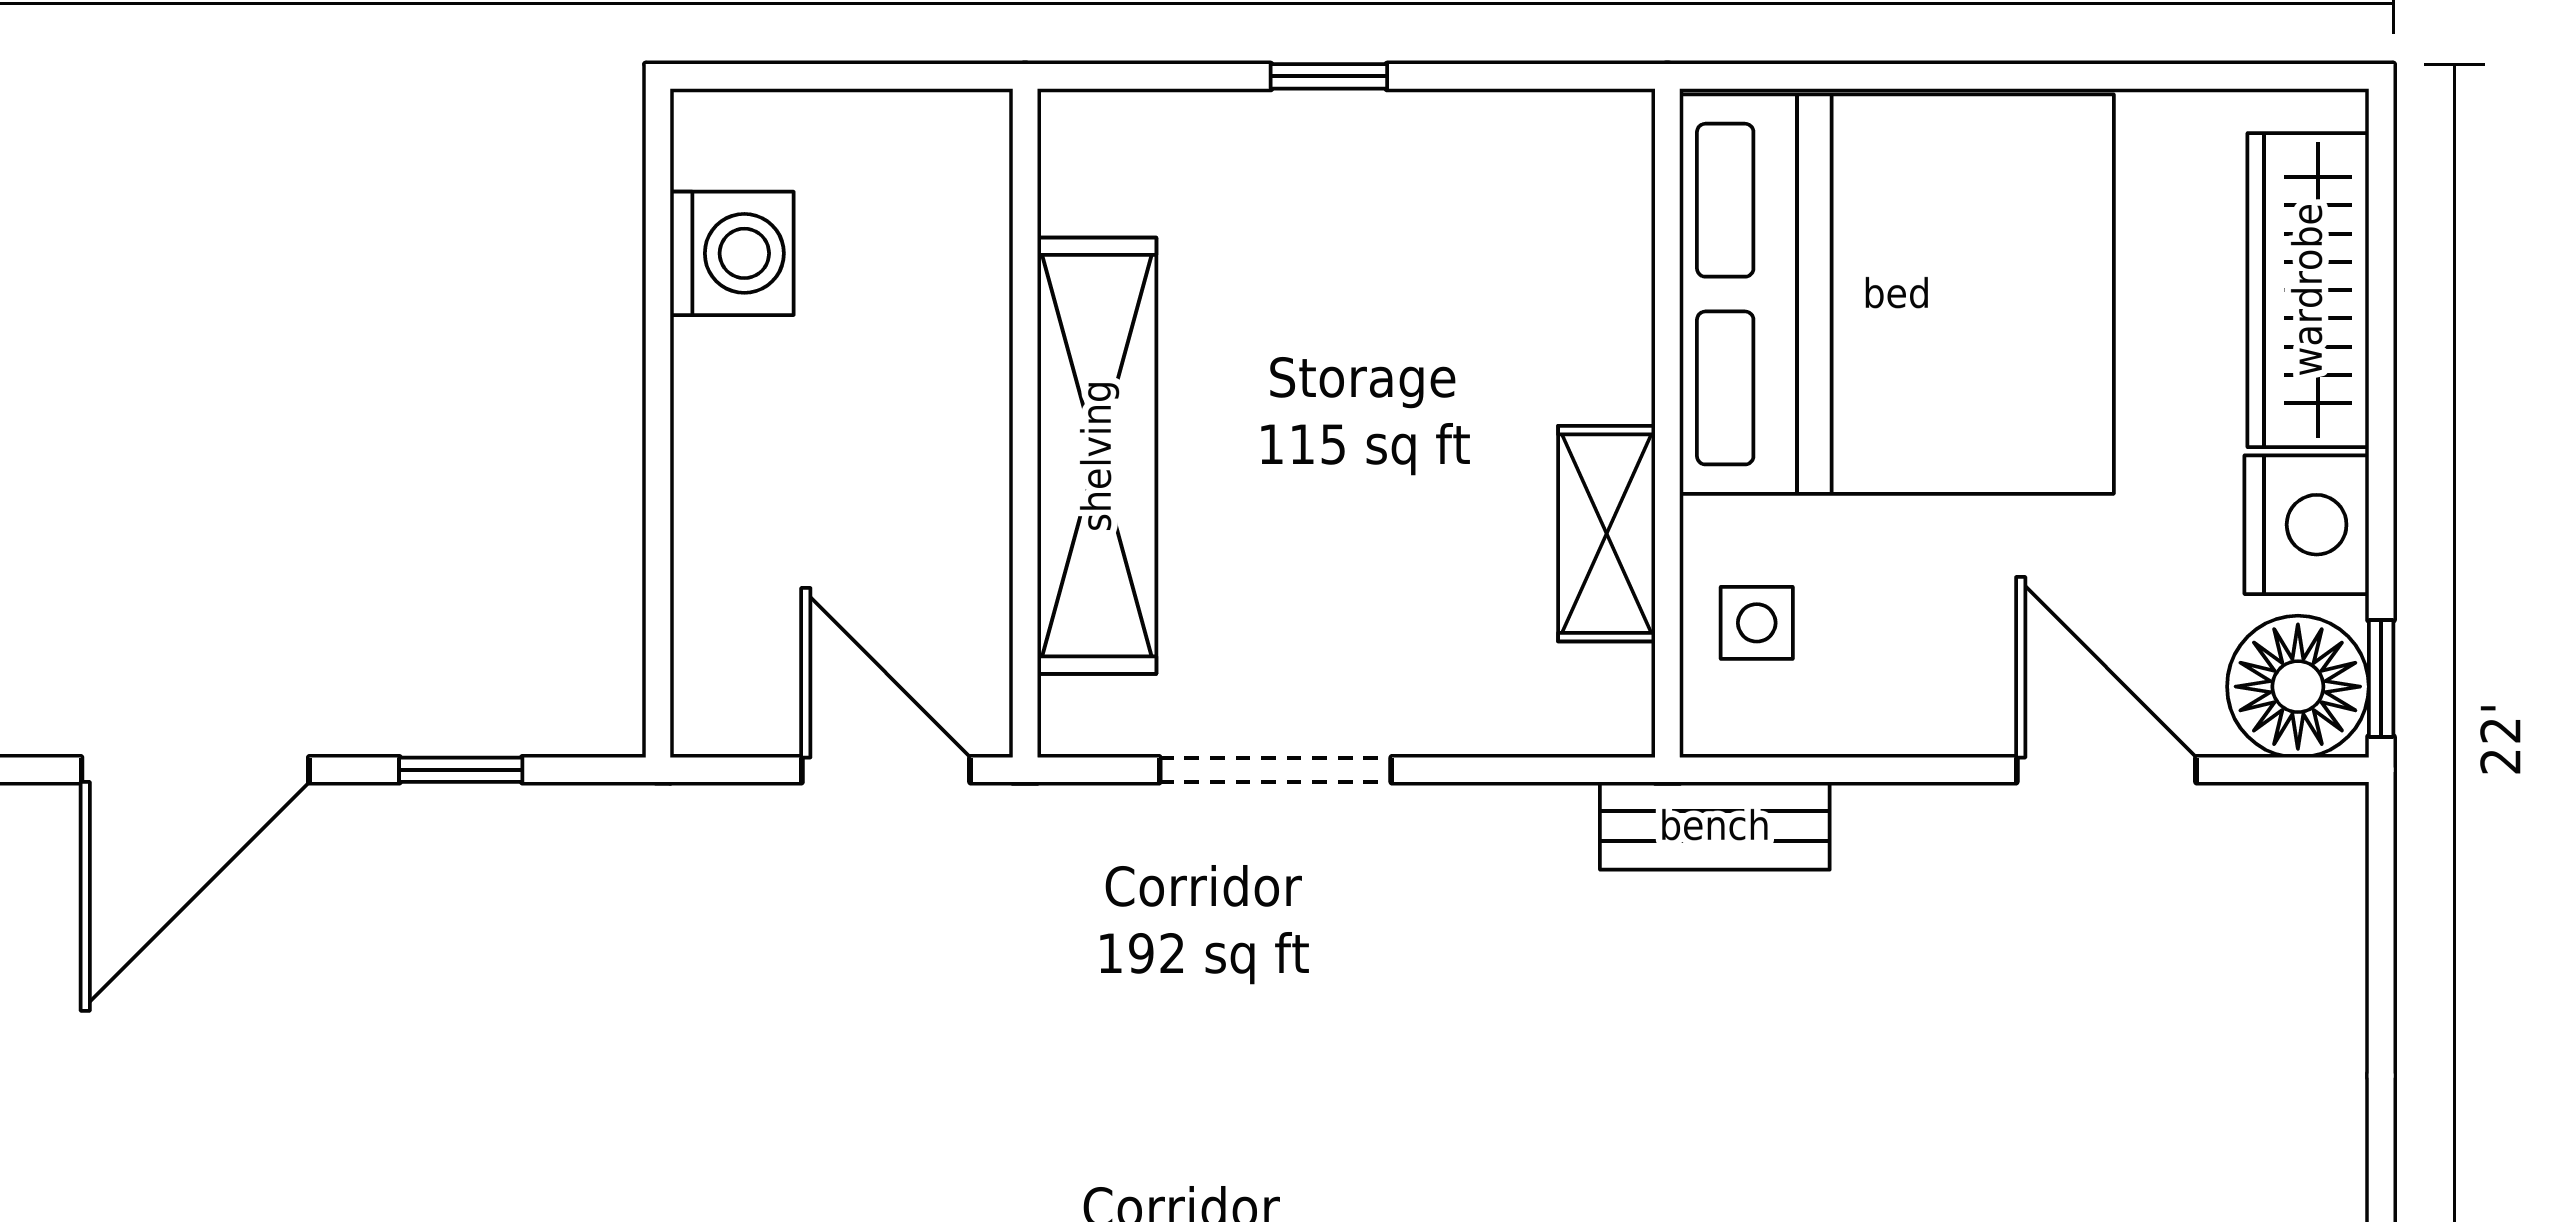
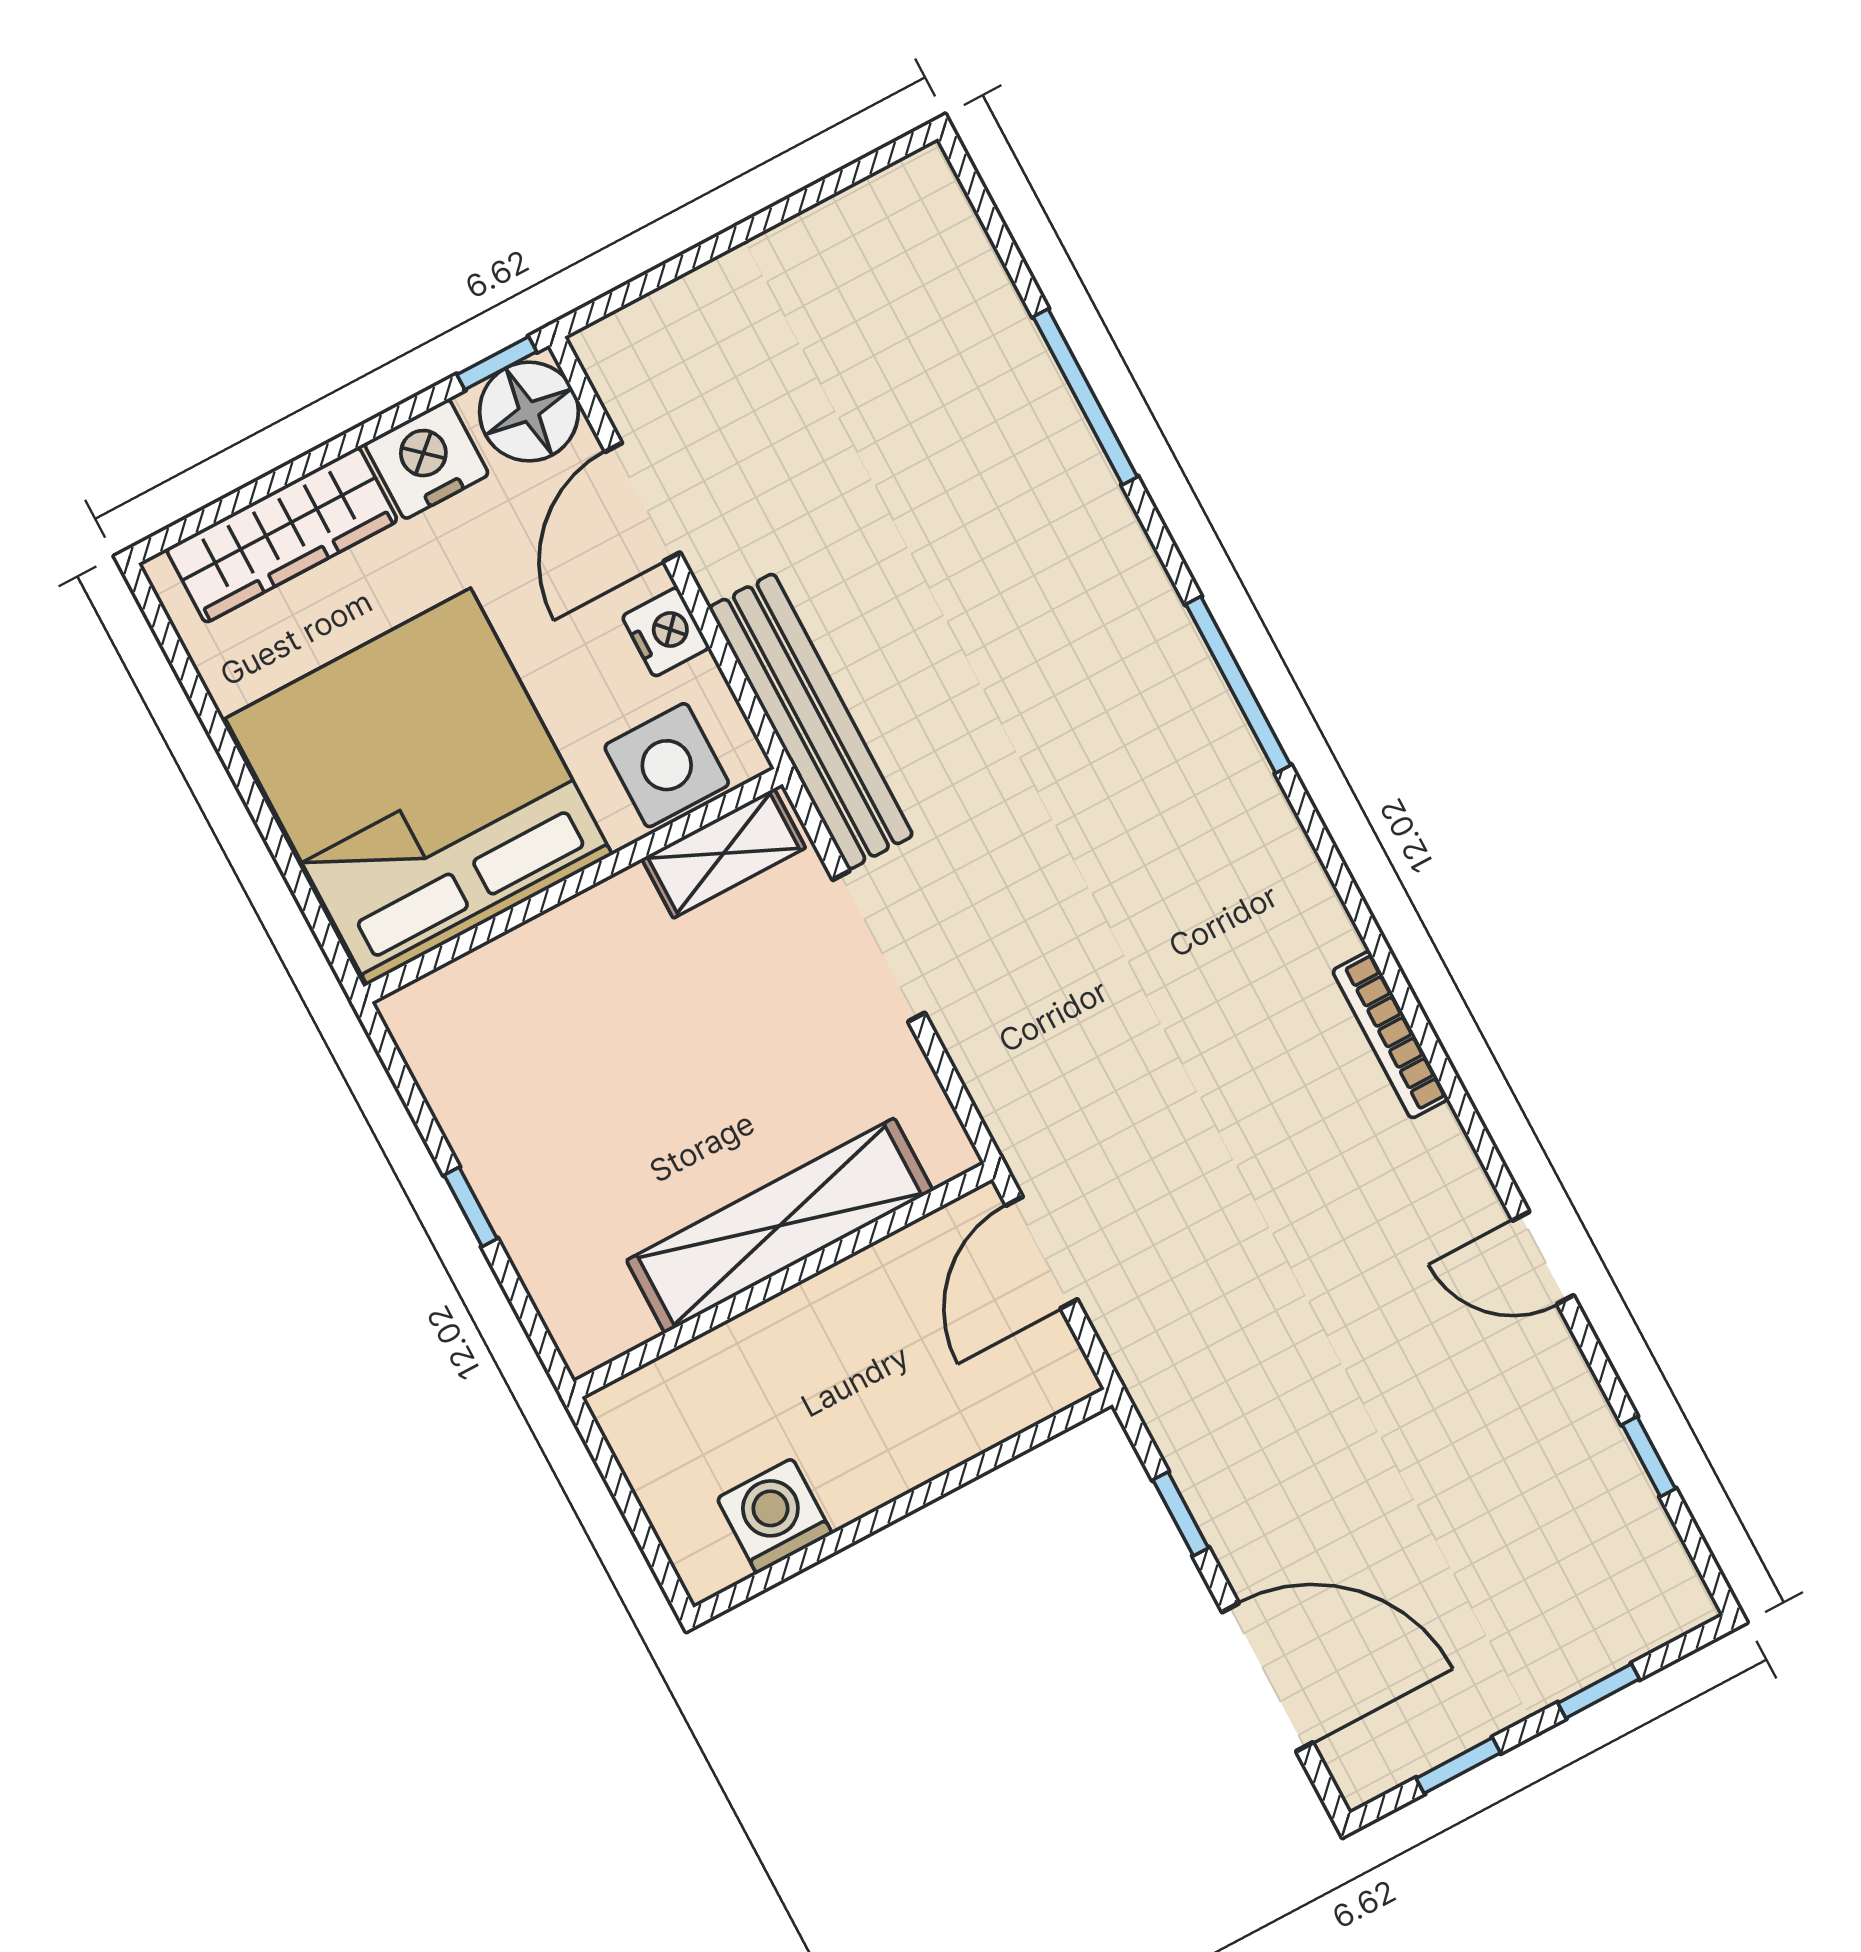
shelving: (1607, 534) -> (724, 853), moved
side table: (1757, 623) -> (667, 765), width x1.87, depth x1.87
nightstand: (1926, 712) -> (666, 632), added
doorway: (1275, 770) -> (879, 946), moved
bench: (1715, 826) -> (811, 721), width x1.86, depth x1.21

